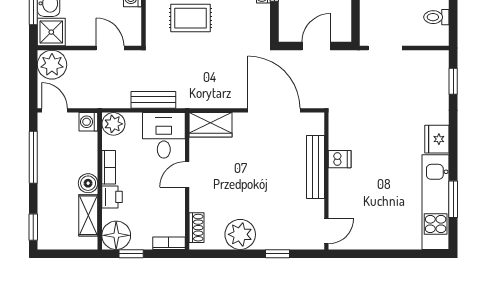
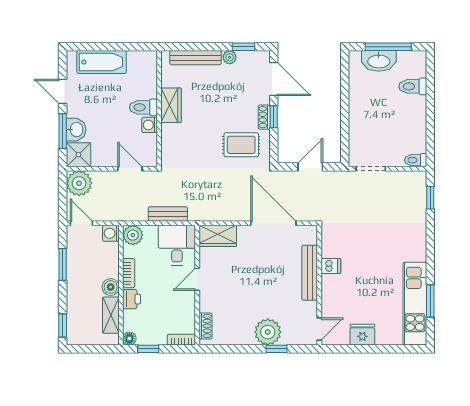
toilet: (436, 17) -> (416, 160), moved
rug: (190, 18) -> (241, 145), moved
fridge: (437, 139) -> (362, 335), moved, turned 90
window: (33, 157) -> (63, 264), width x0.69
plant: (240, 234) -> (268, 332), moved
floor lamp: (116, 235) -> (129, 339), width x0.53, depth x0.53

